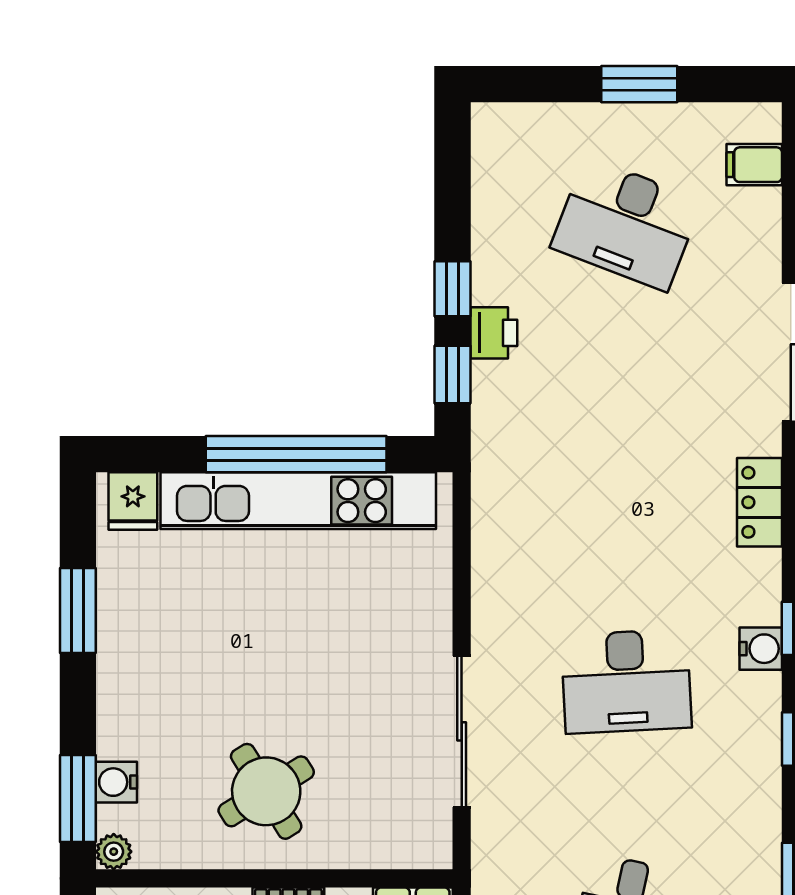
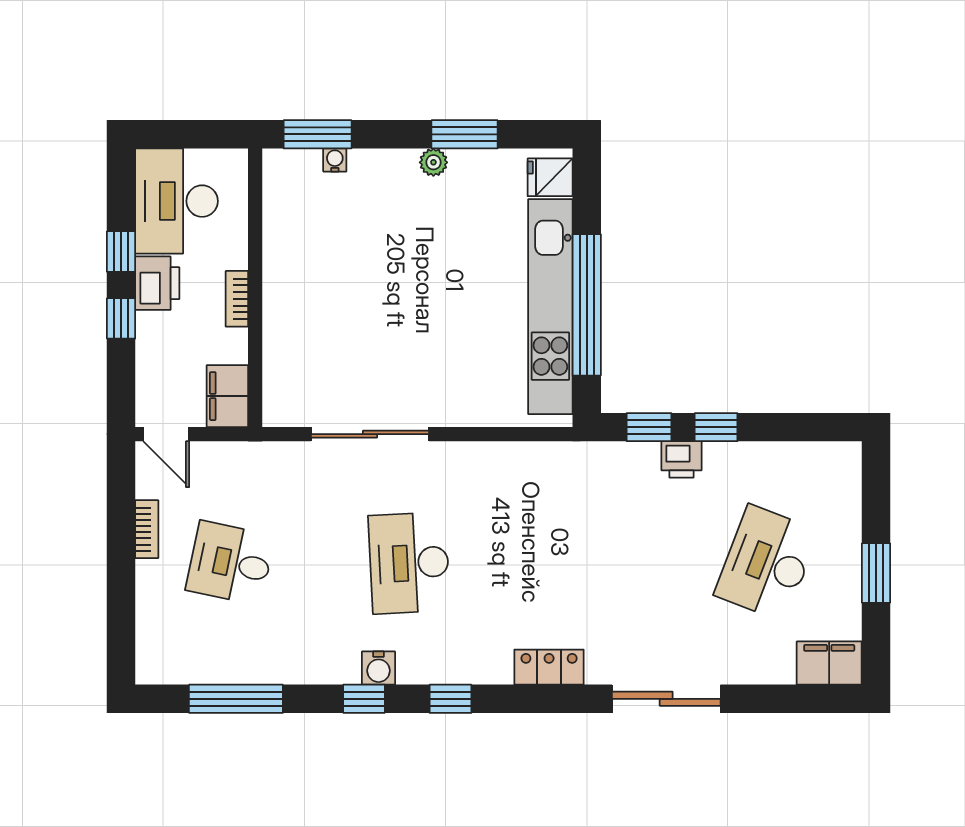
filing cabinet: (754, 165) -> (829, 663), width x2.00
water cooler: (761, 649) -> (379, 668), moved
water cooler: (116, 782) -> (335, 160), width x0.72, depth x0.72
round table: (266, 791) -> (323, 281), removed
plant: (114, 852) -> (433, 162), moved

